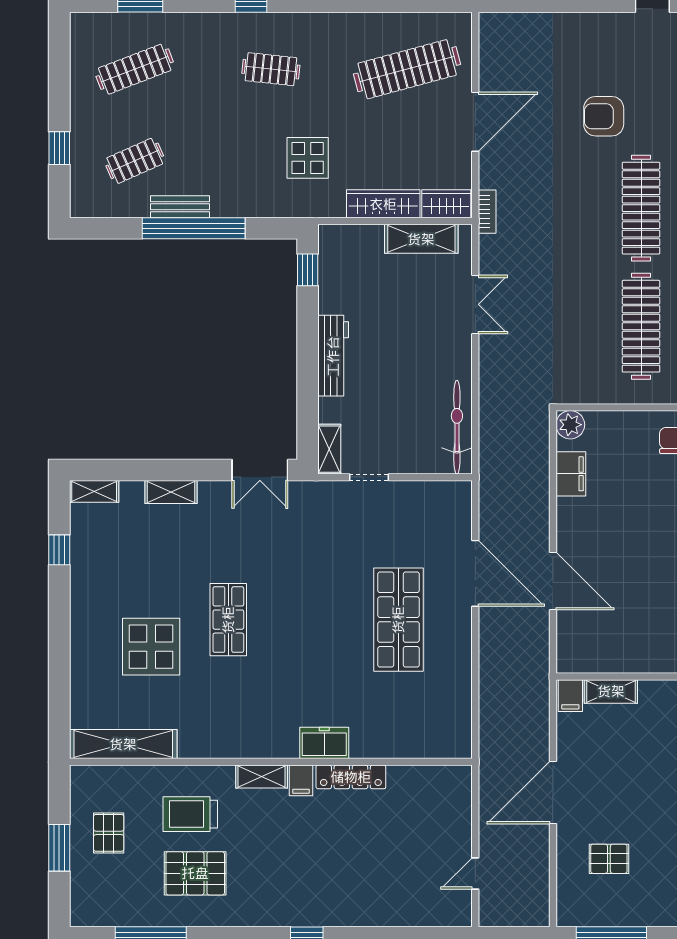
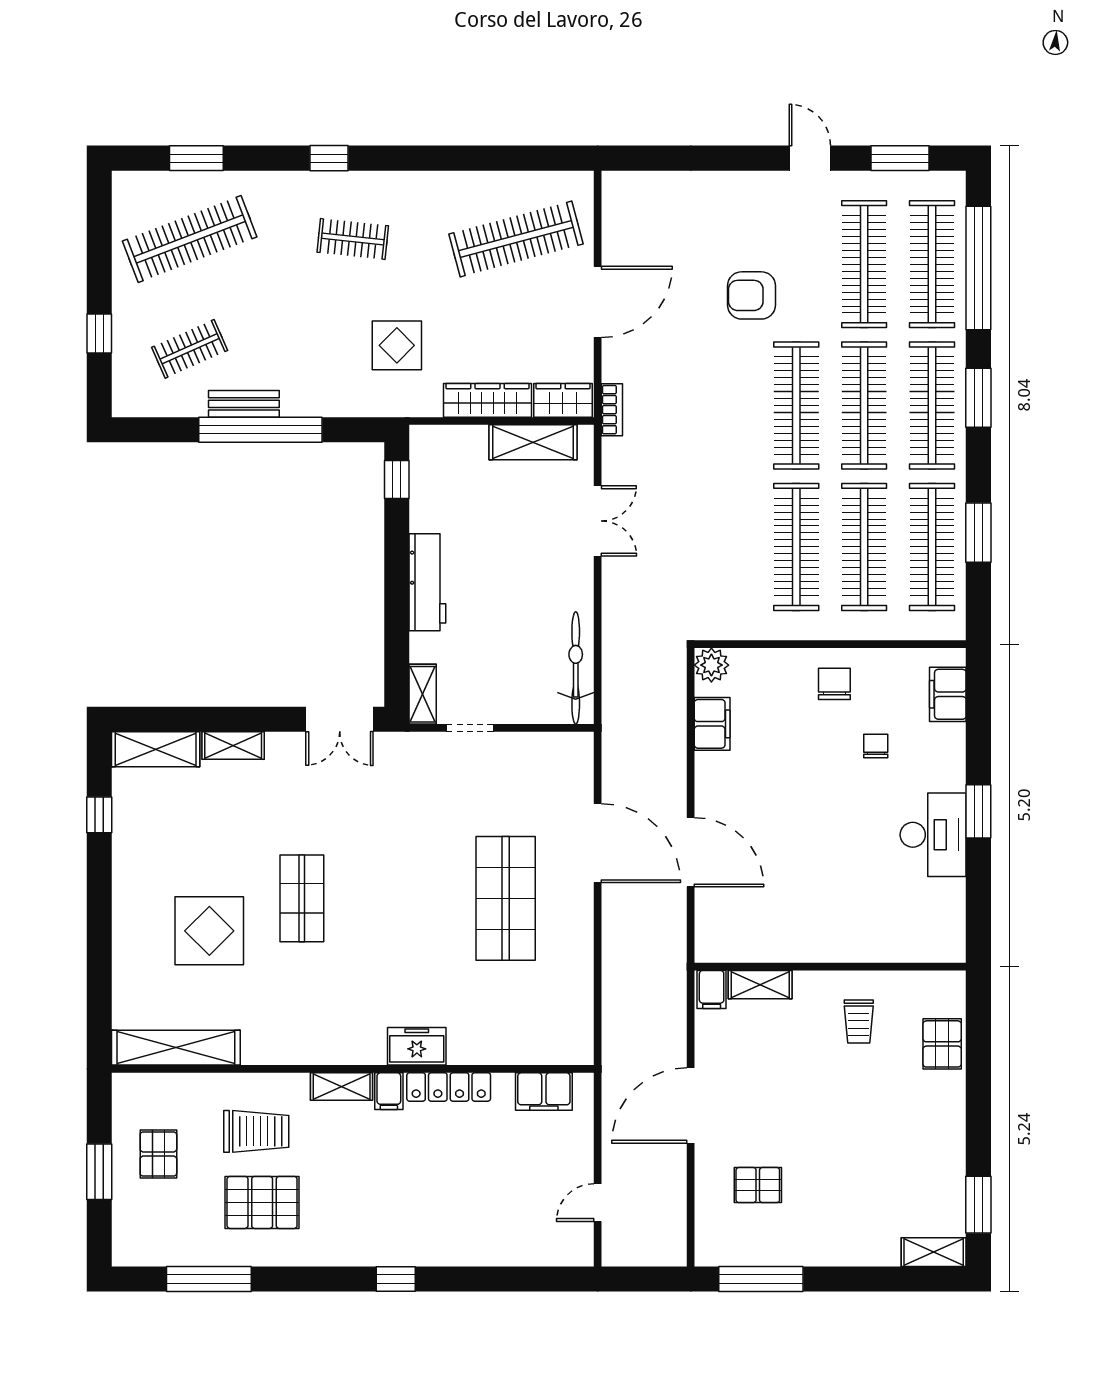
clothes rail: (135, 69) -> (190, 239), width x1.37, depth x1.31
shelving: (94, 491) -> (156, 749), width x1.50, depth x1.33
filing cabinet: (430, 781) -> (544, 1091), added
trolley: (190, 814) -> (256, 1131), turned 180

